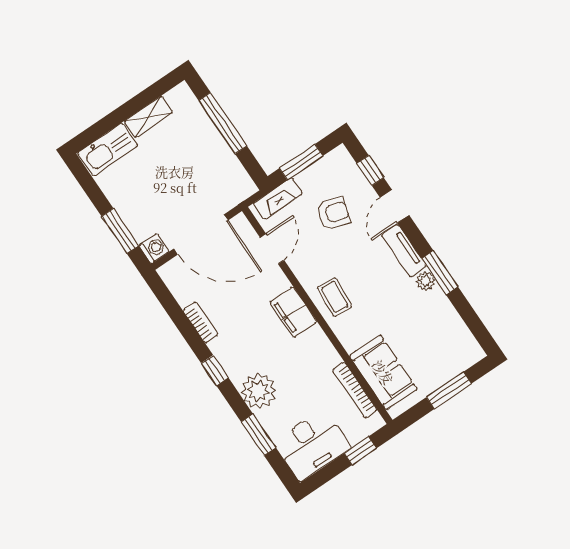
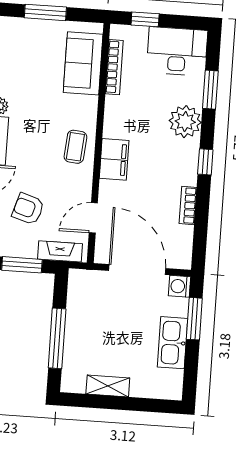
kitchen sink: (108, 149) -> (173, 343), moved, turned -90

